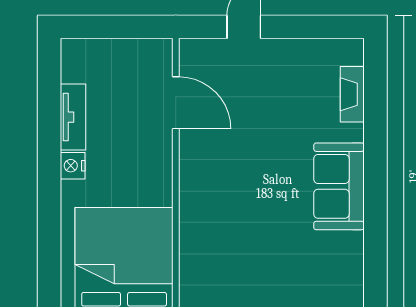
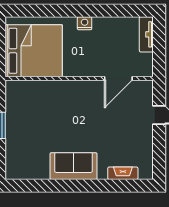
tv unit: (73, 117) -> (146, 34), moved, turned 90

